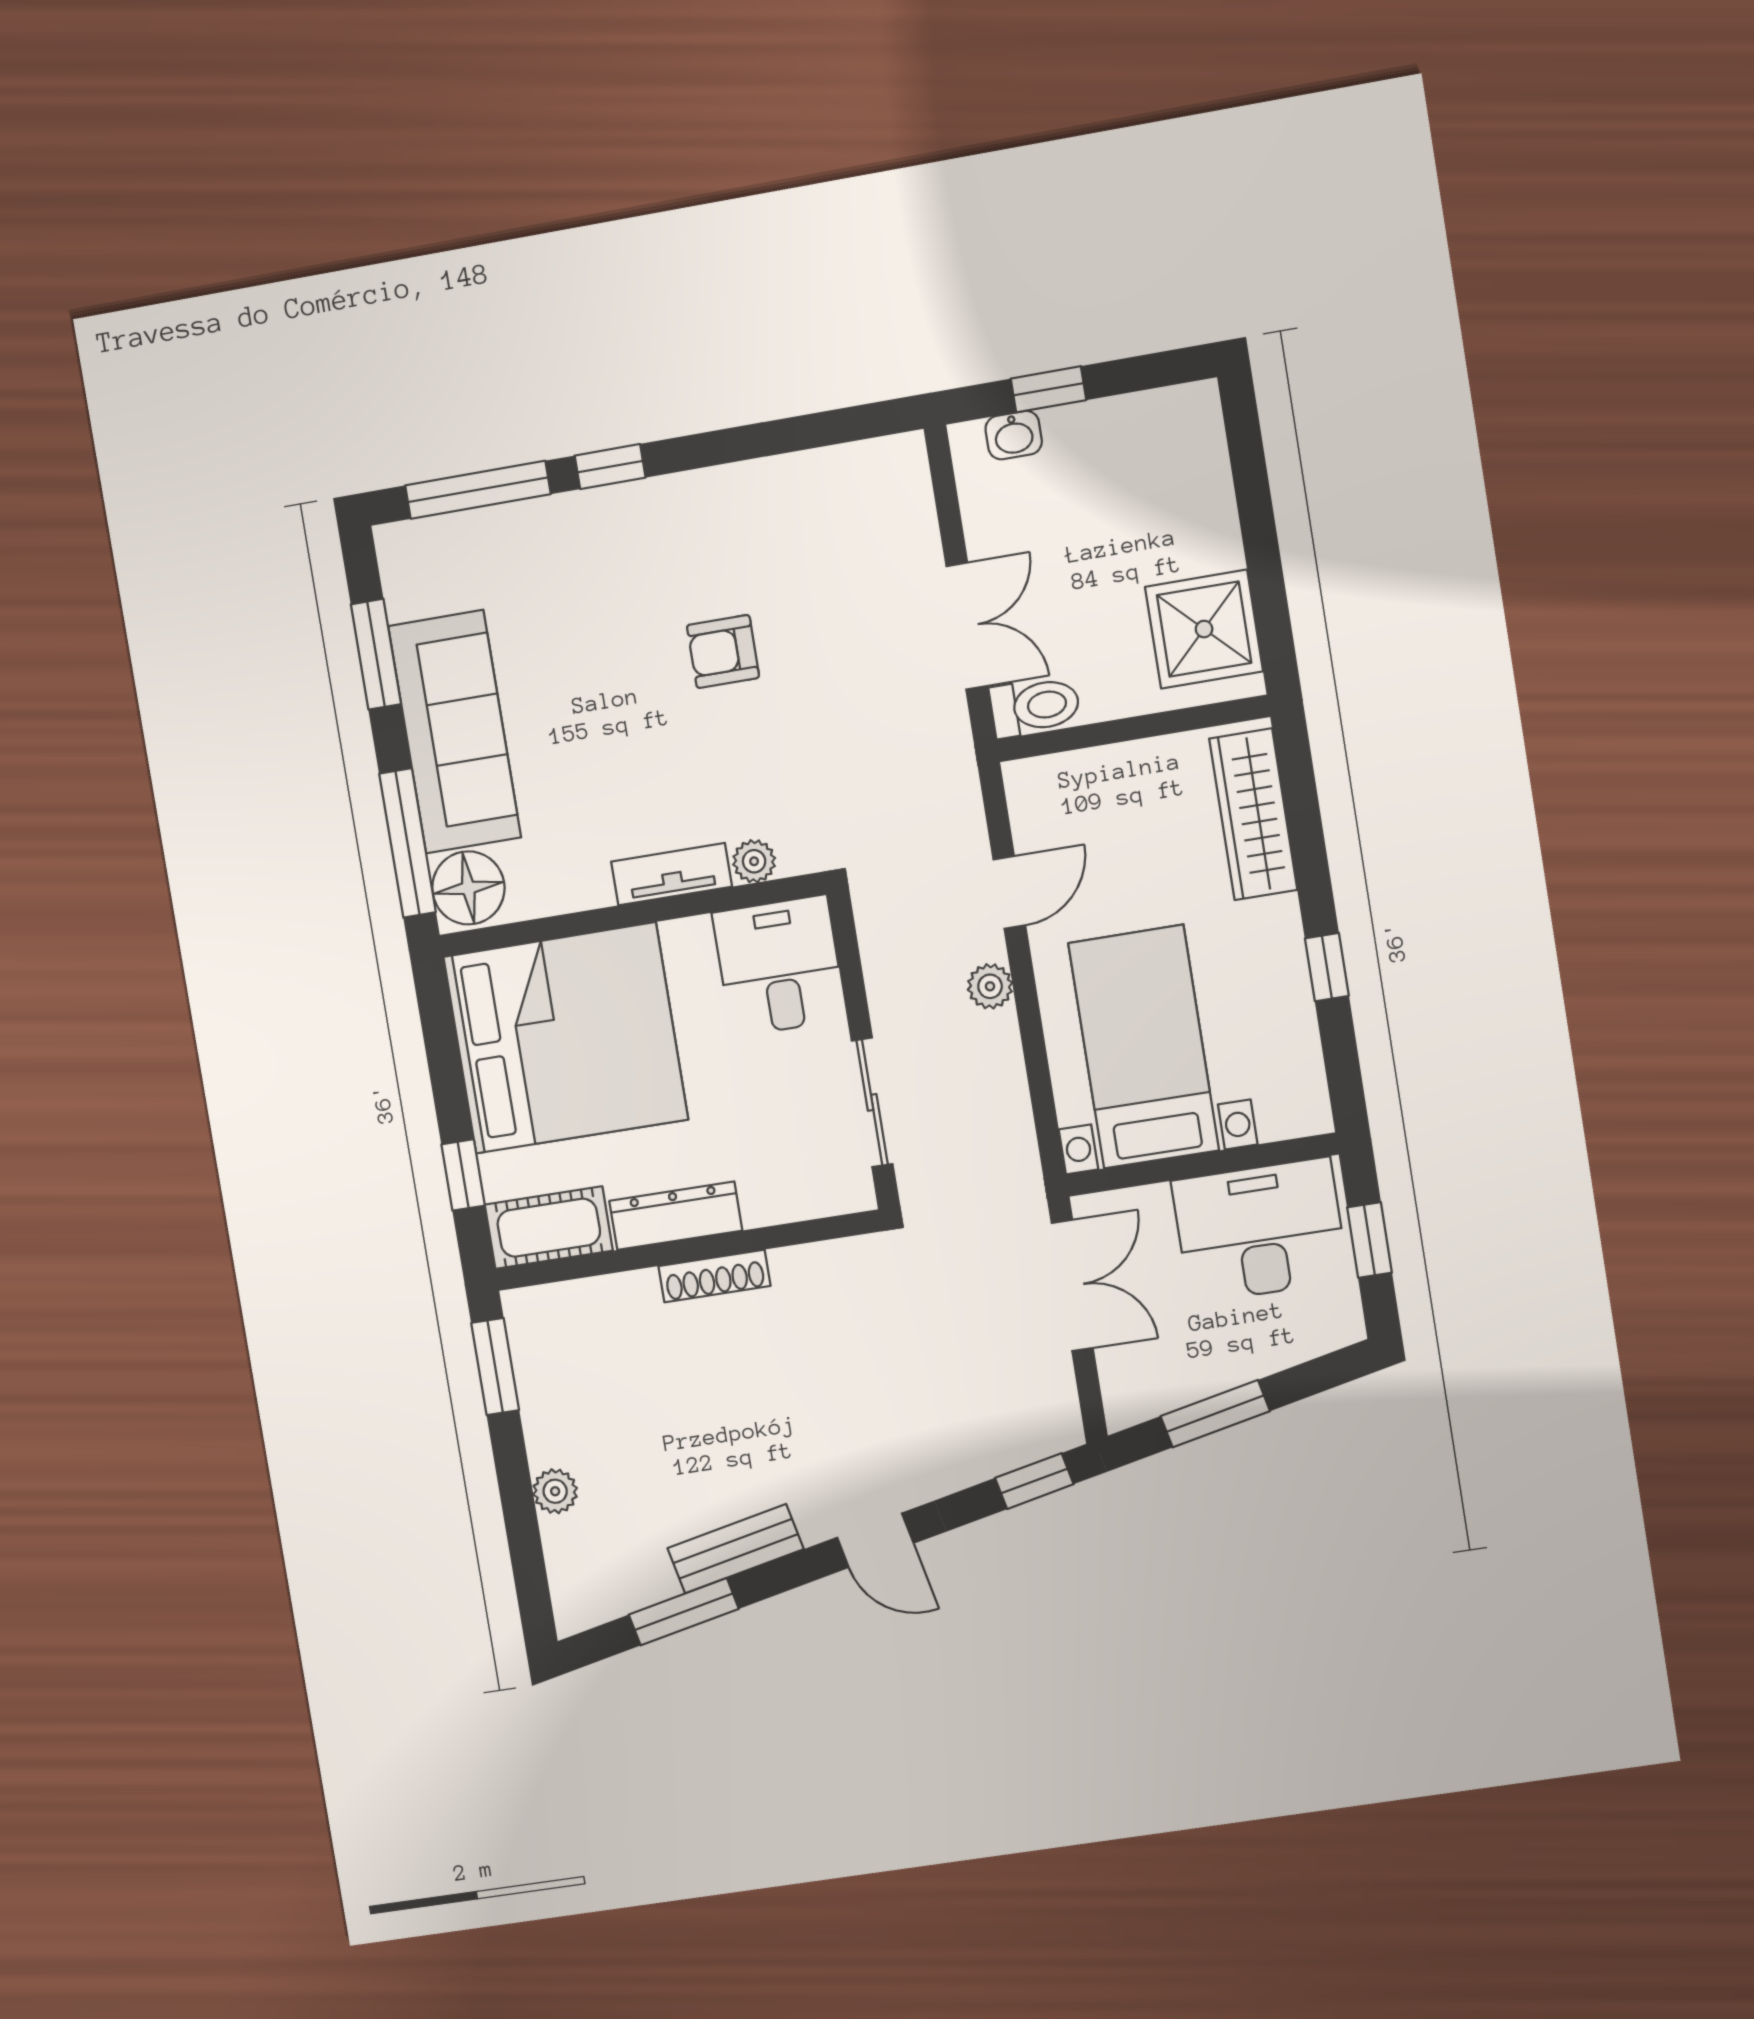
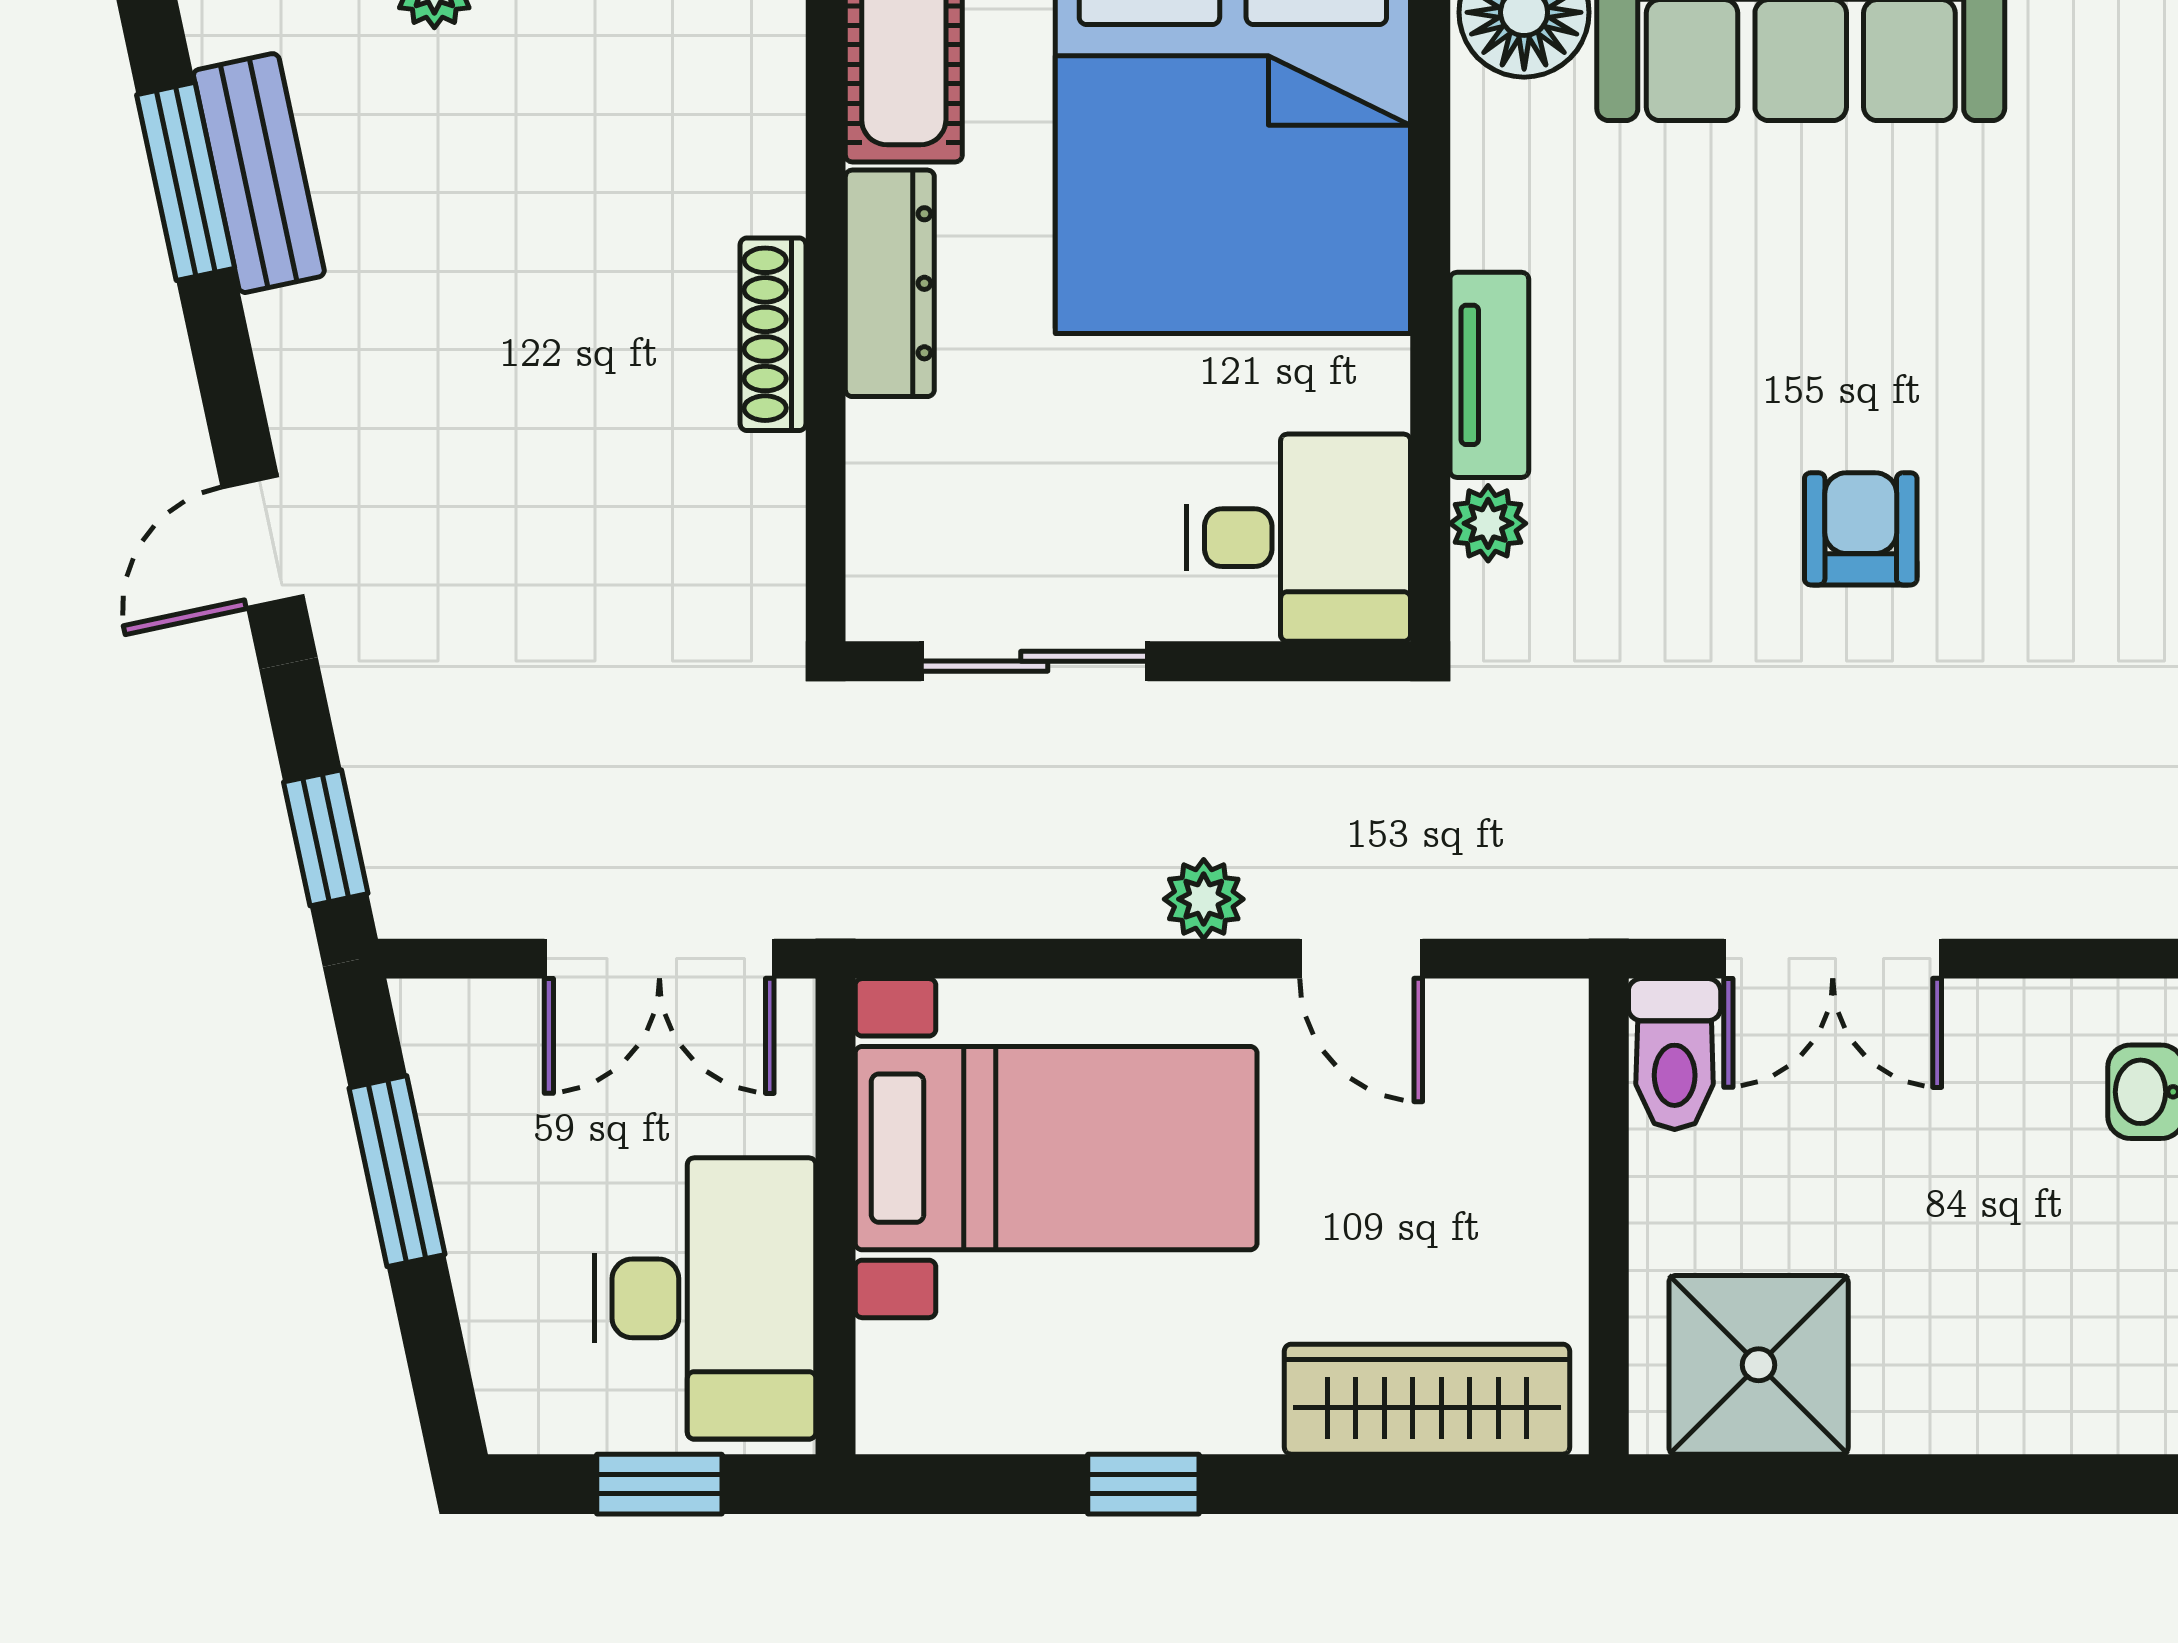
bench: (736, 1549) -> (259, 173), moved

